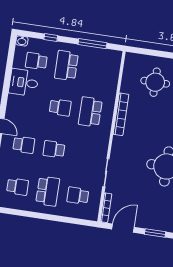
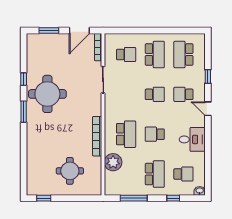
desk: (24, 82) -> (192, 139), moved
plant: (108, 85) -> (113, 162), added
school desk: (18, 187) -> (183, 54), width x1.85
school desk: (48, 191) -> (155, 54), turned 180

